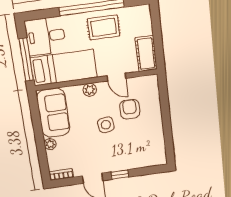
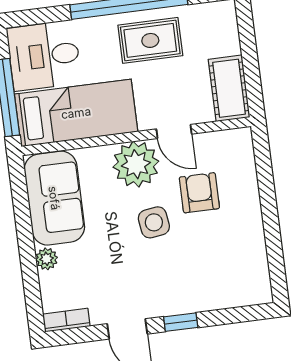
plant: (90, 90) -> (136, 164), width x1.88, depth x1.88

